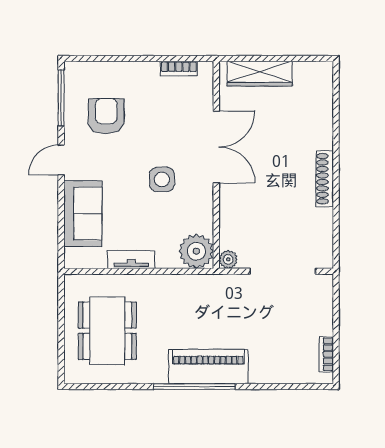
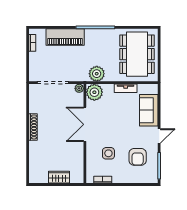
wardrobe: (260, 74) -> (59, 177), width x0.67
double door: (216, 147) -> (85, 124), moved
side table: (162, 179) -> (108, 153), moved
plant: (192, 290) -> (97, 74), added
dining table: (107, 331) -> (137, 54), width x1.36, depth x1.24
piano: (208, 367) -> (65, 37), moved

